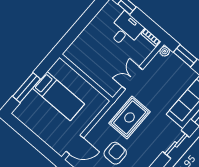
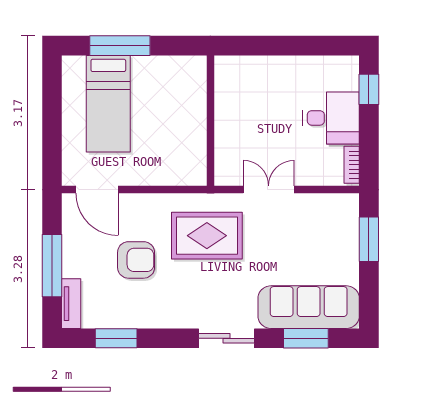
plant: (165, 51) -> (349, 203), removed
bed: (59, 96) -> (108, 104), moved

